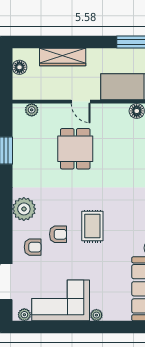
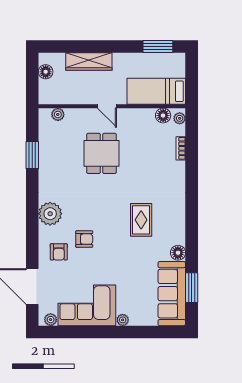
rug: (92, 226) -> (141, 220), moved
armchair: (33, 247) -> (59, 252), turned 90

